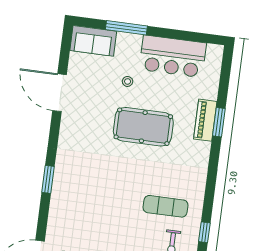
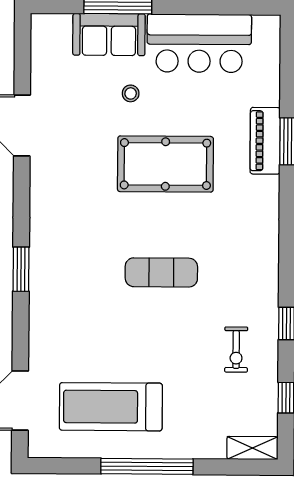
sofa: (93, 41) -> (109, 35), moved
exercise mat: (165, 206) -> (161, 272), moved

